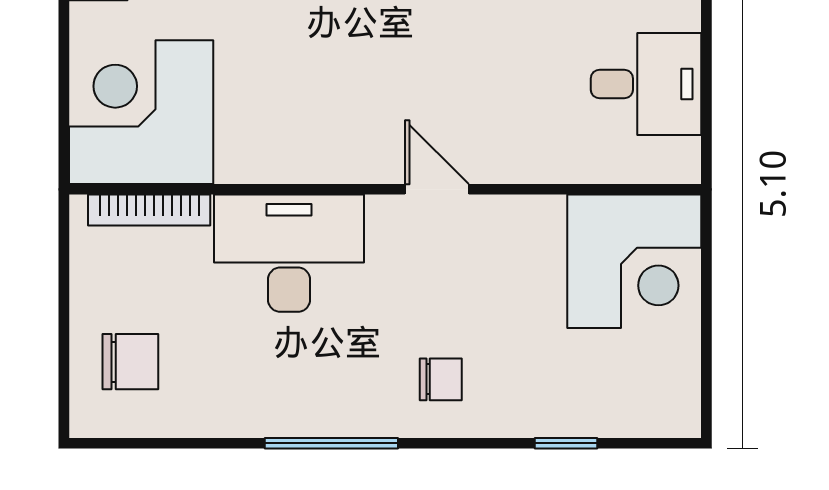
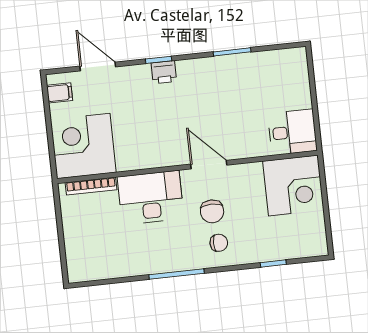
desk: (646, 84) -> (292, 132), moved
door: (437, 189) -> (209, 165), width x1.38
chair: (130, 362) -> (212, 211), moved, turned 90

